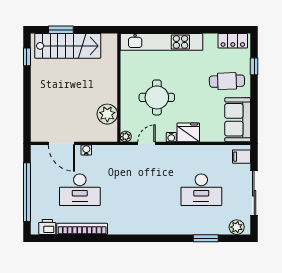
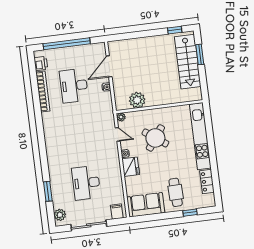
locker: (233, 41) -> (207, 181), moved
round table: (157, 97) -> (155, 138), turned 36

